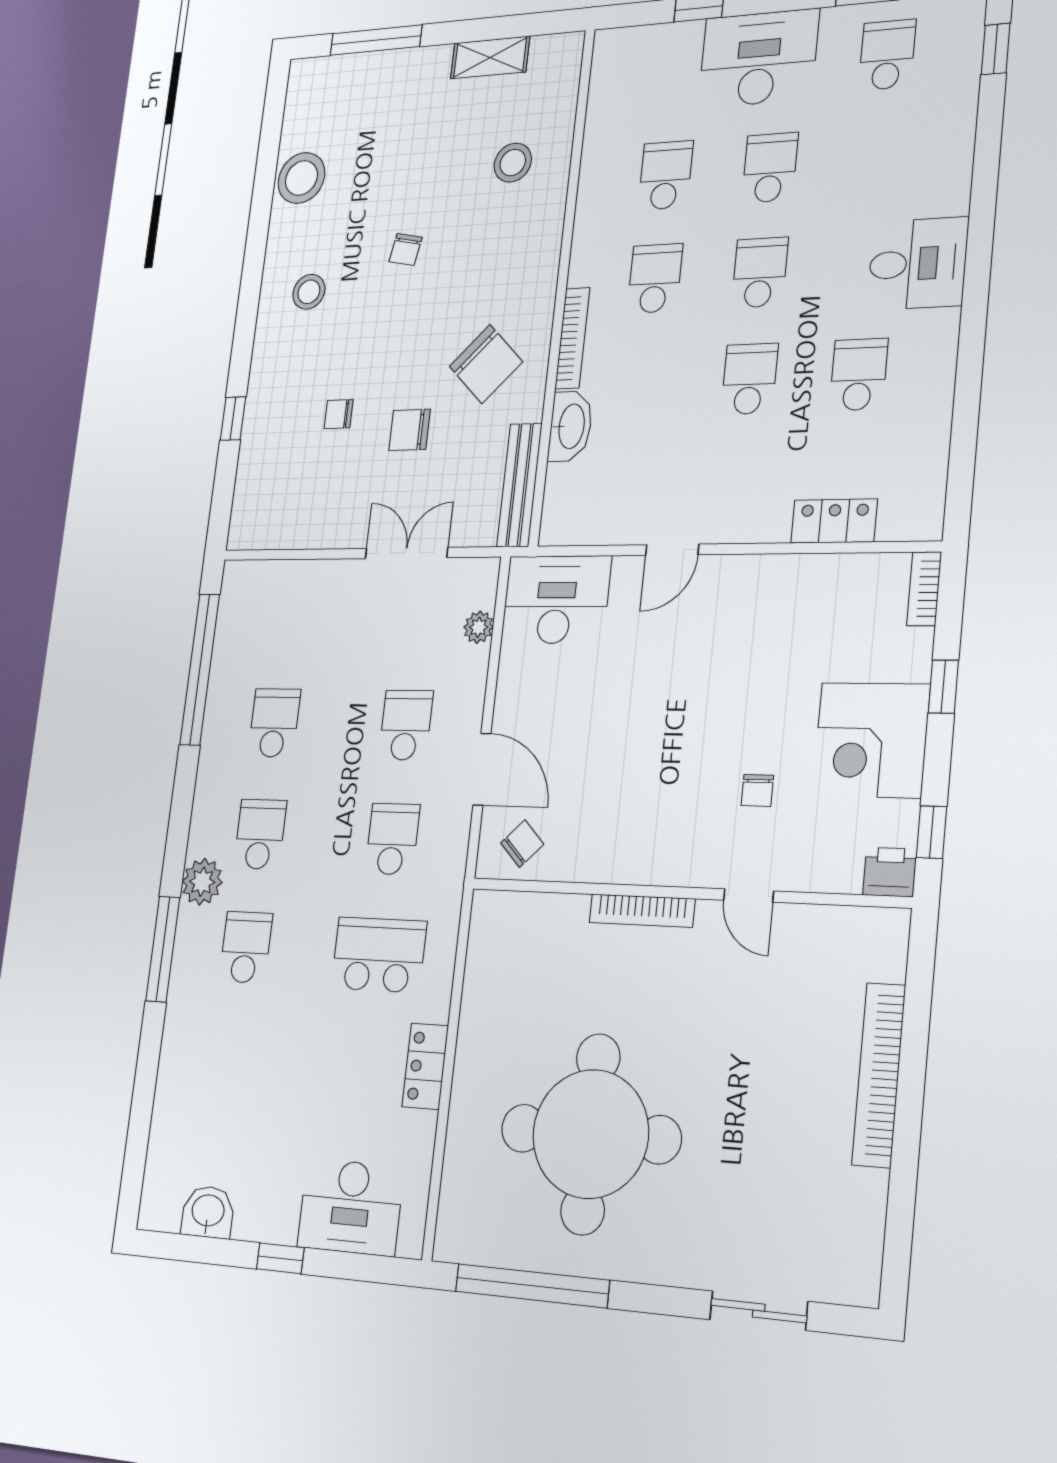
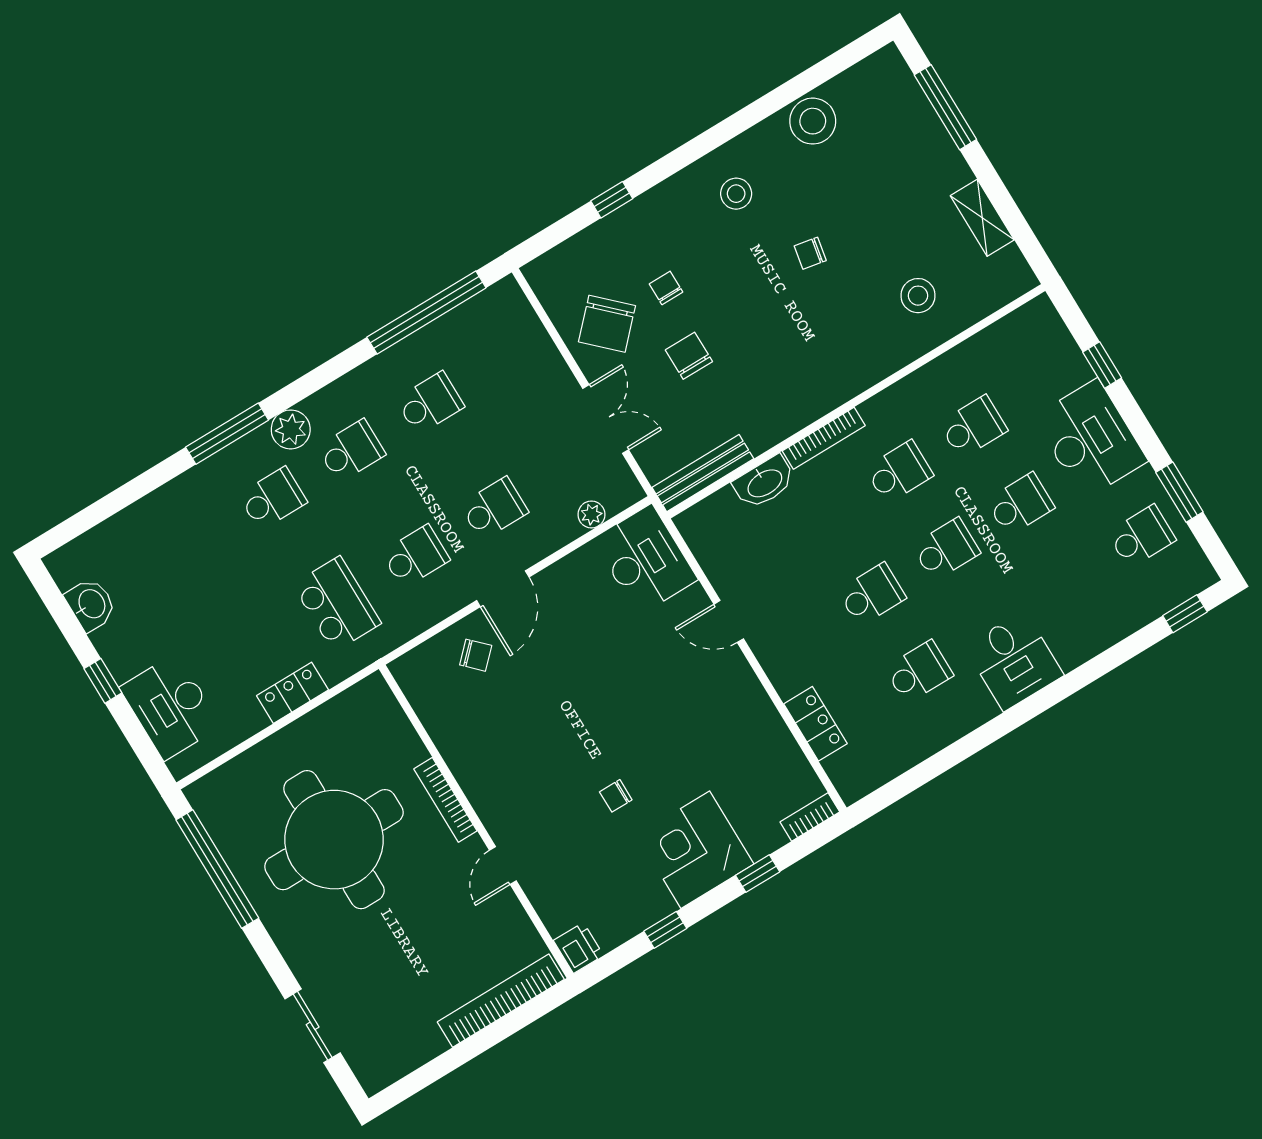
chair: (486, 364) -> (607, 324), moved
printer: (890, 872) -> (578, 948), moved
wall: (685, 893) -> (476, 821), moved
door: (749, 896) -> (503, 865), moved
bookcase: (642, 911) -> (445, 800), moved

